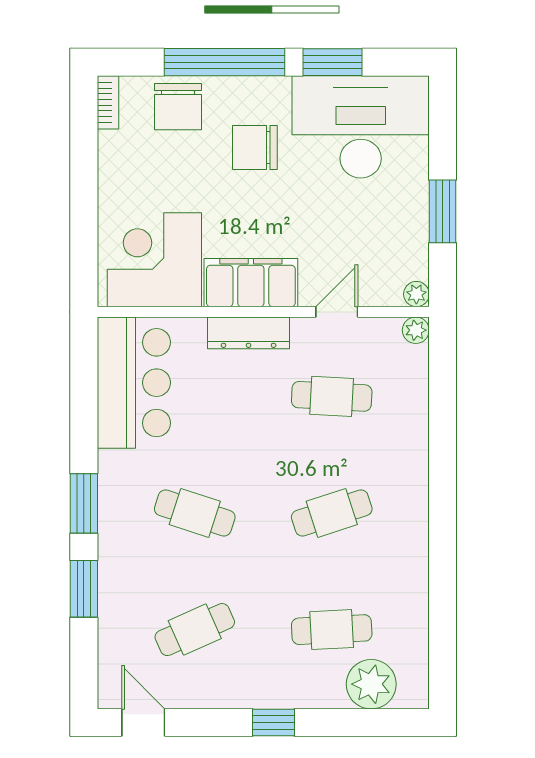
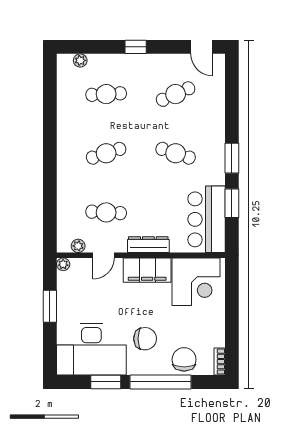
plant: (416, 330) -> (78, 246), moved
window: (84, 589) -> (232, 203), moved
plant: (371, 684) -> (80, 60), width x0.53, depth x0.53

